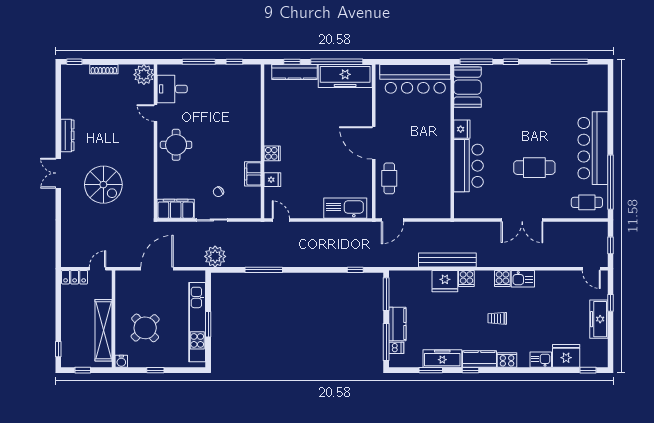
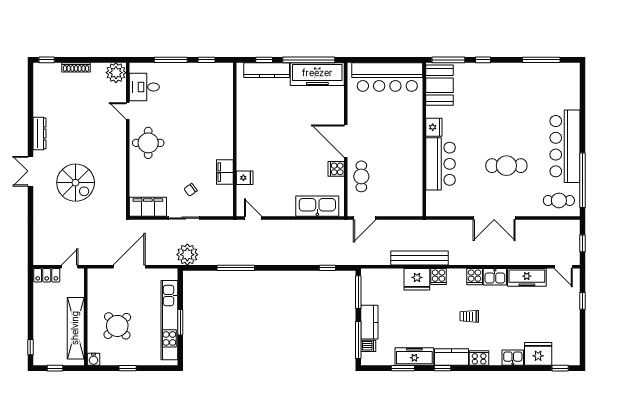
cooker: (272, 153) -> (336, 169), moved, turned 180
freezer: (599, 319) -> (527, 277), moved, turned -90

